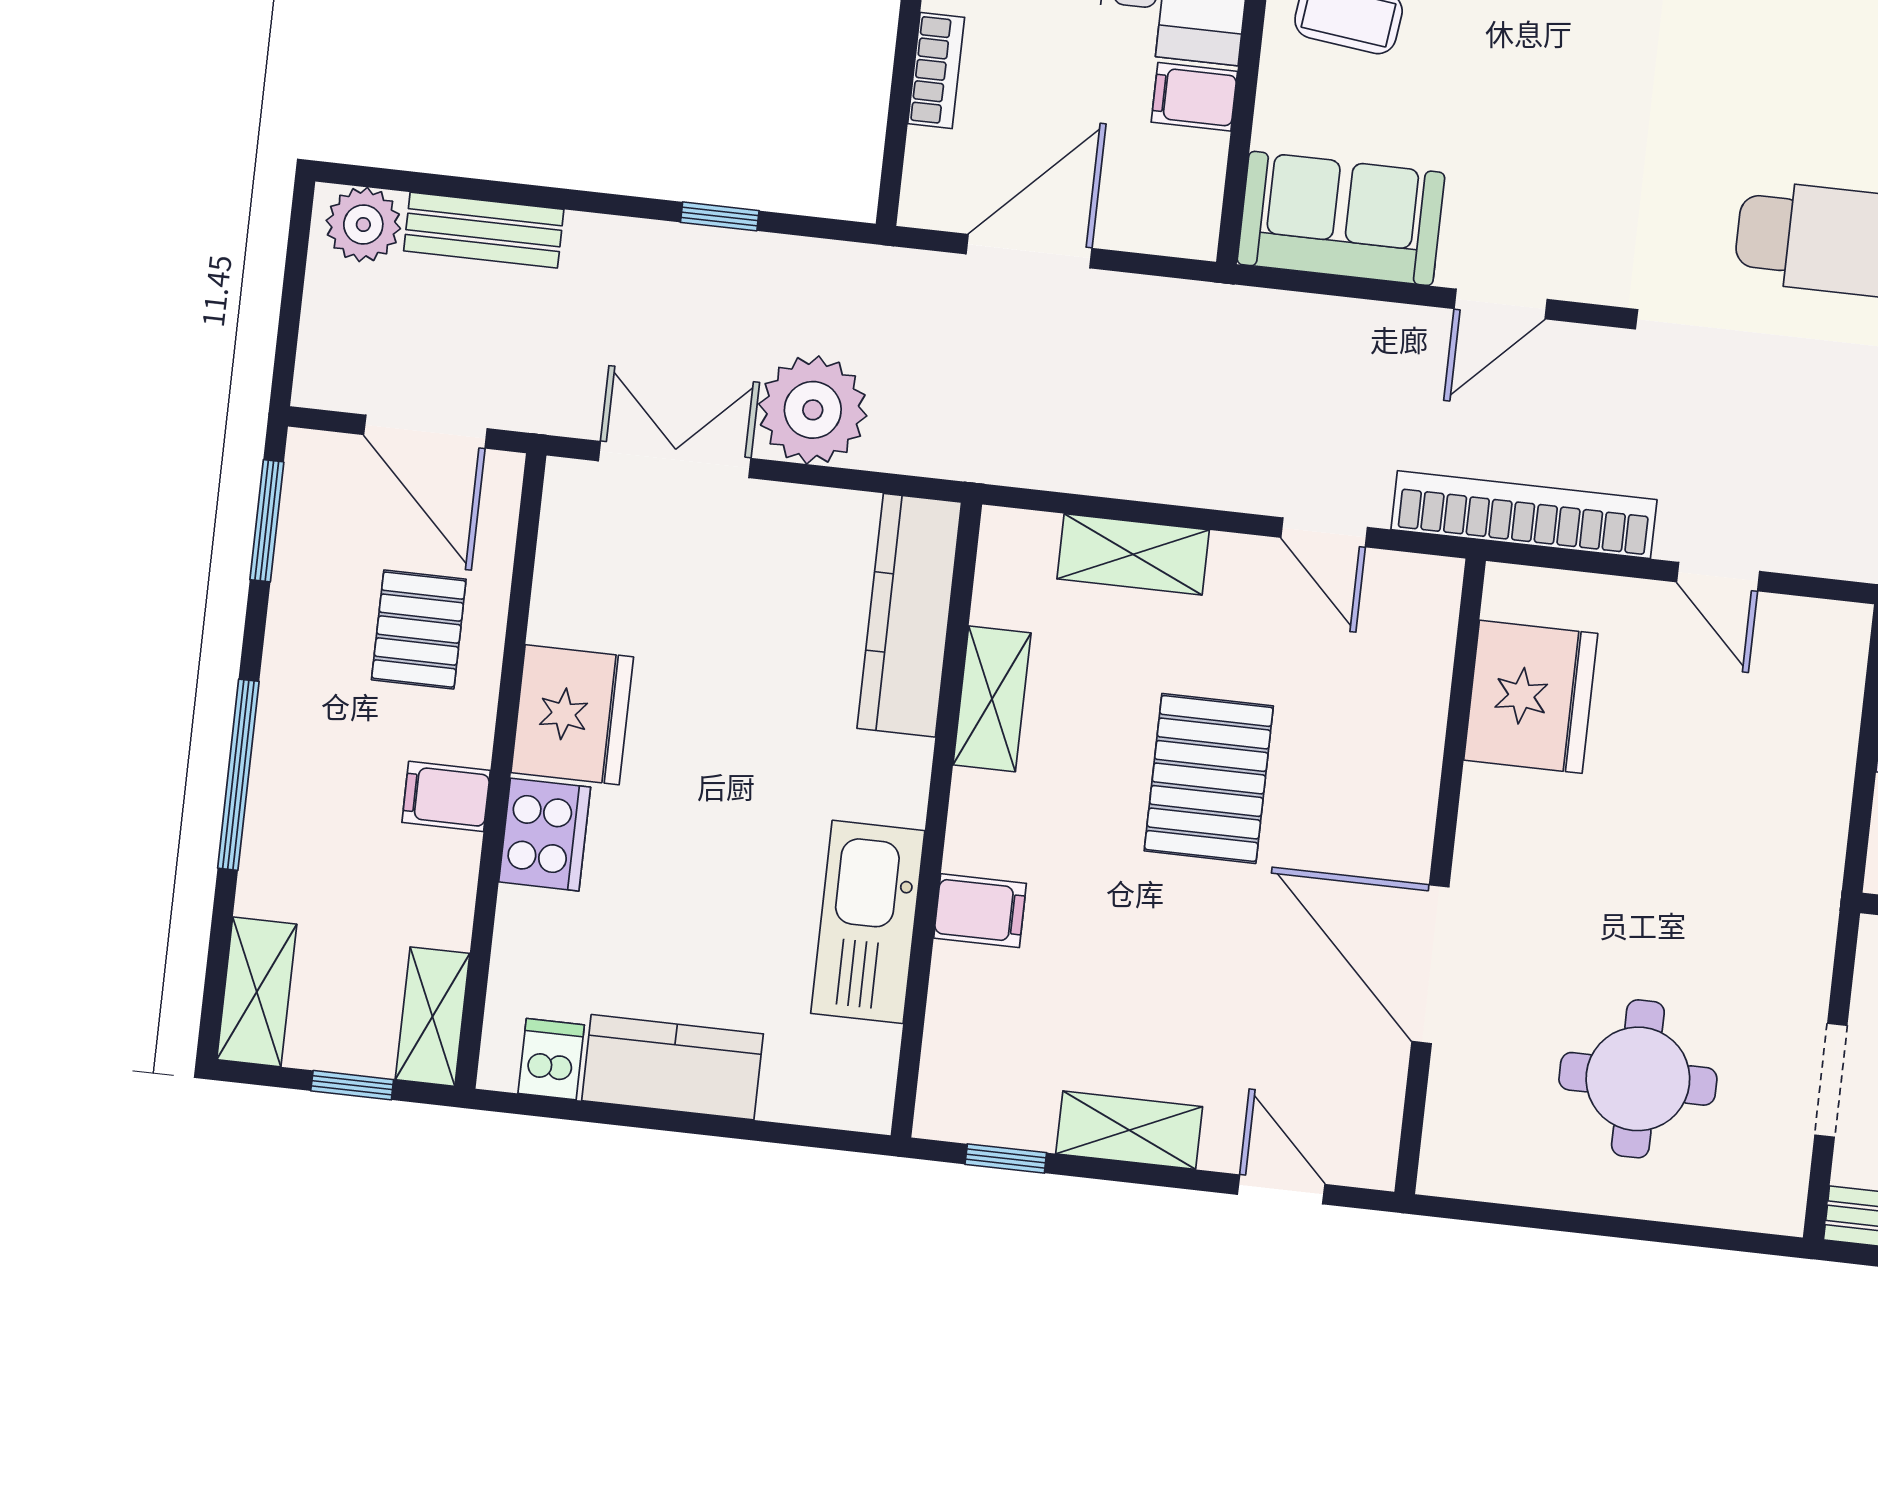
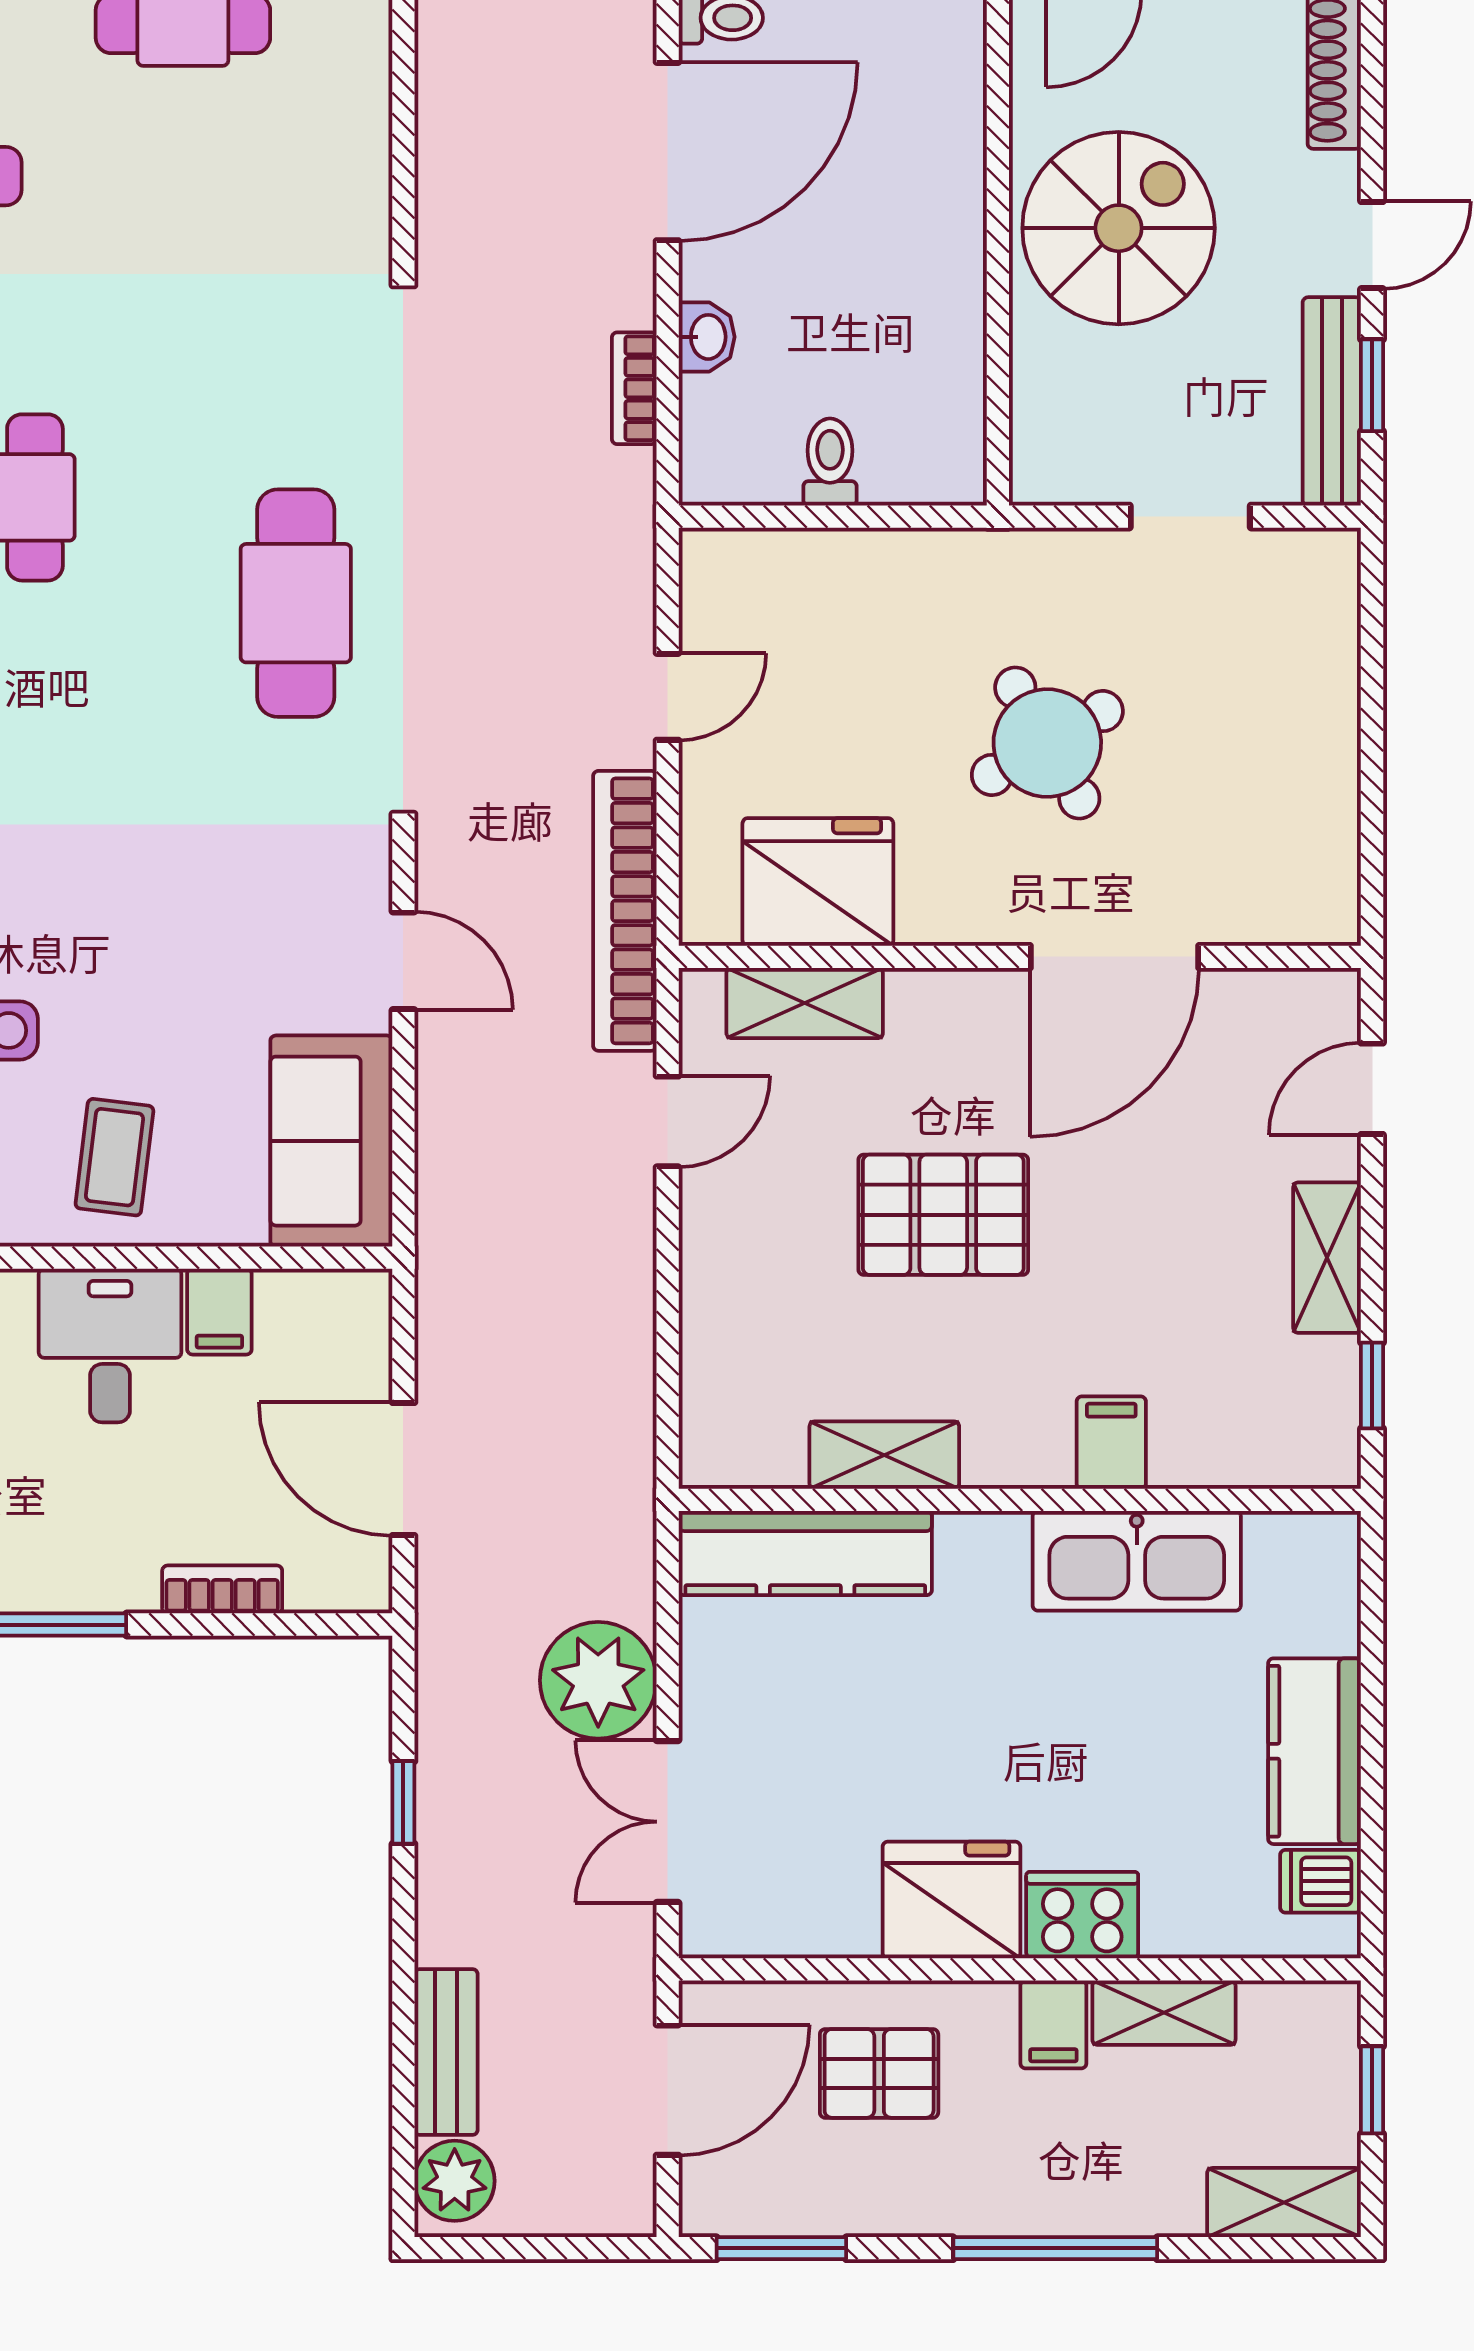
shelving: (1133, 554) -> (805, 1003), moved, turned 90
shelving: (433, 1017) -> (1164, 2013), moved
round table: (1638, 1079) -> (1047, 743), moved, turned -30

